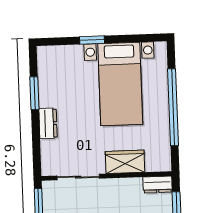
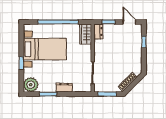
plant: (51, 59) -> (31, 85), added
wardrobe: (125, 162) -> (86, 34), moved

